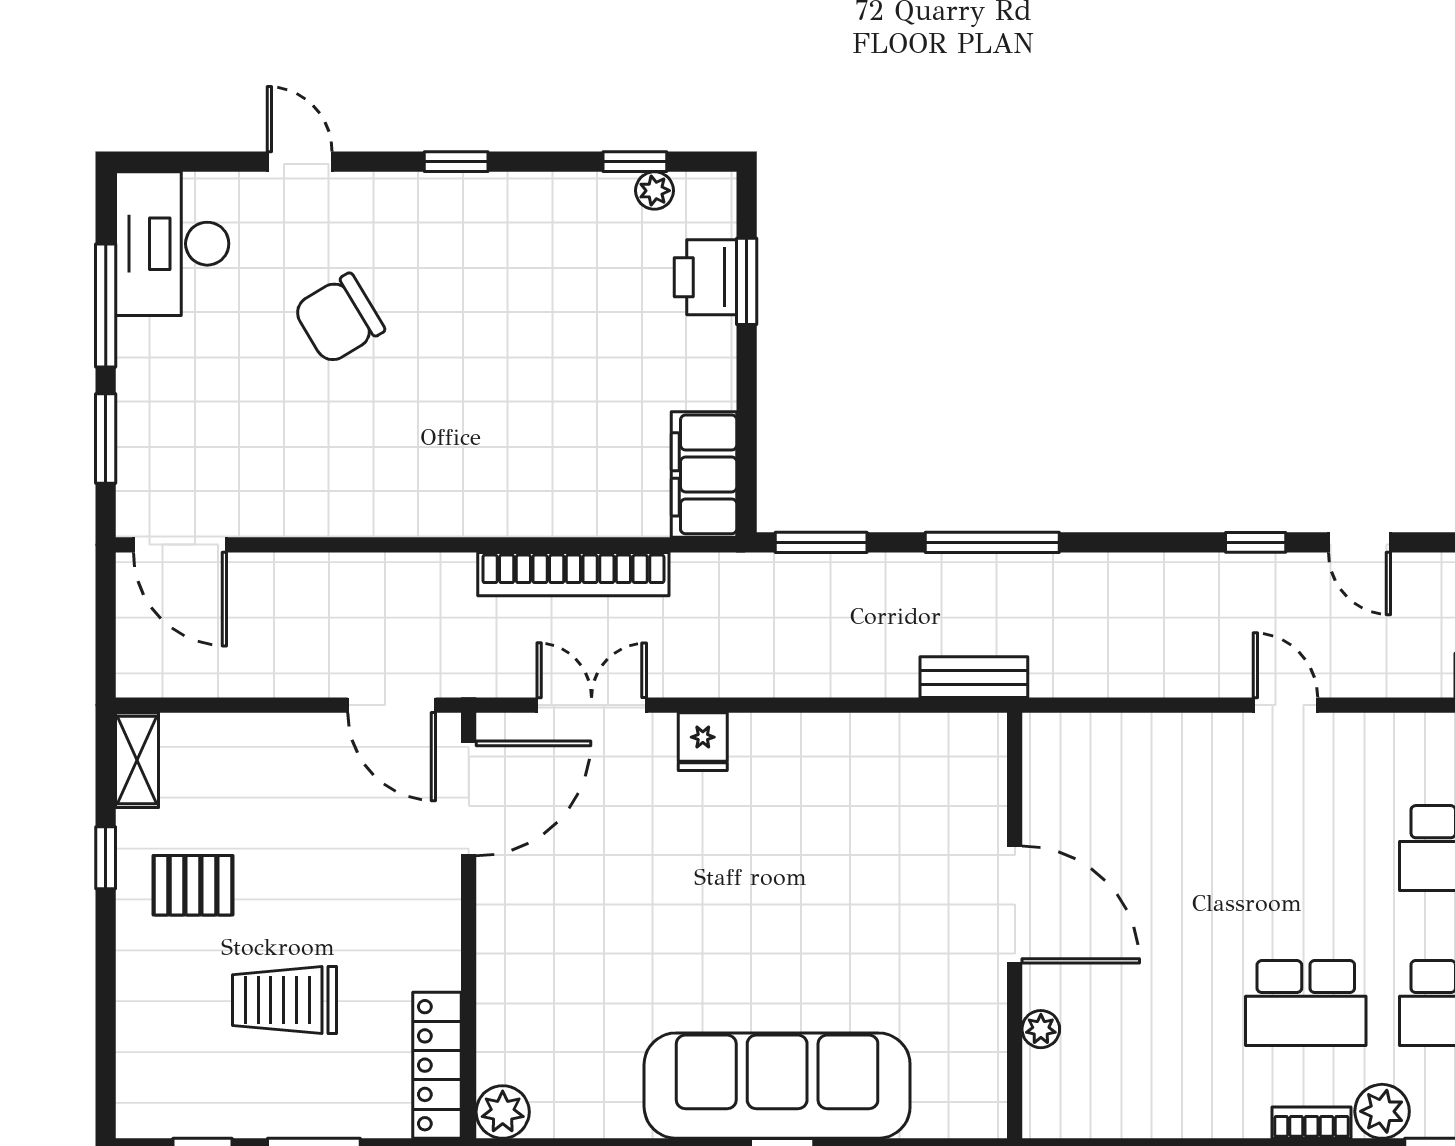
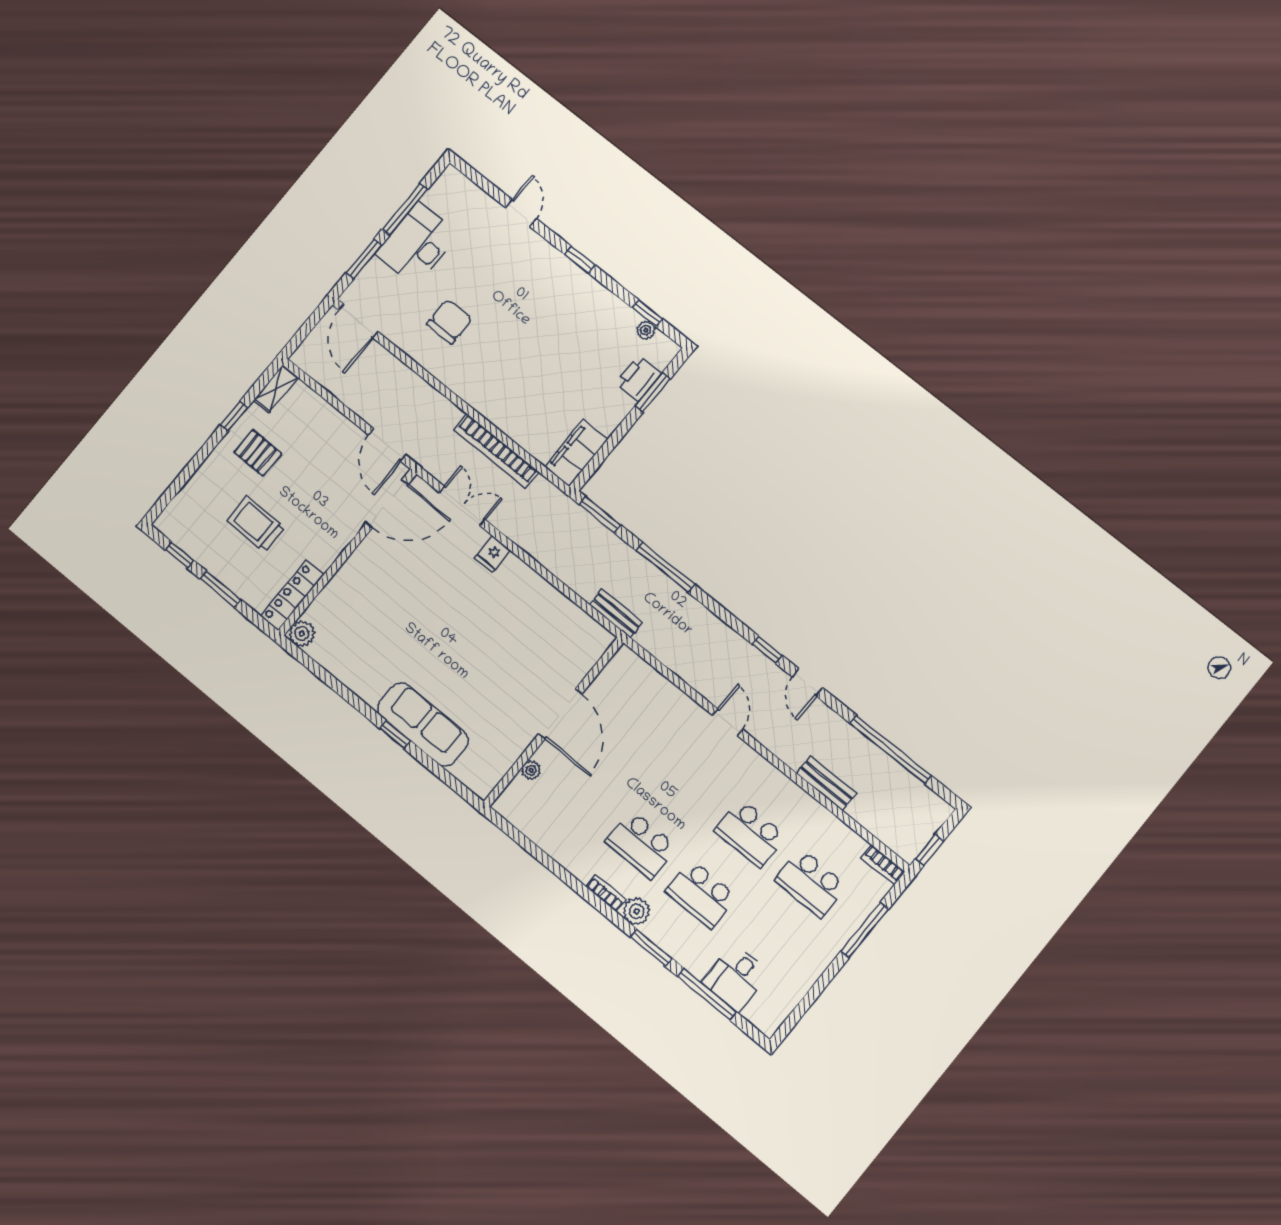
desk: (172, 244) -> (417, 244), moved
chair: (339, 319) -> (449, 322), moved, turned 121
sofa: (777, 1086) -> (423, 724), width x0.74, depth x0.79

